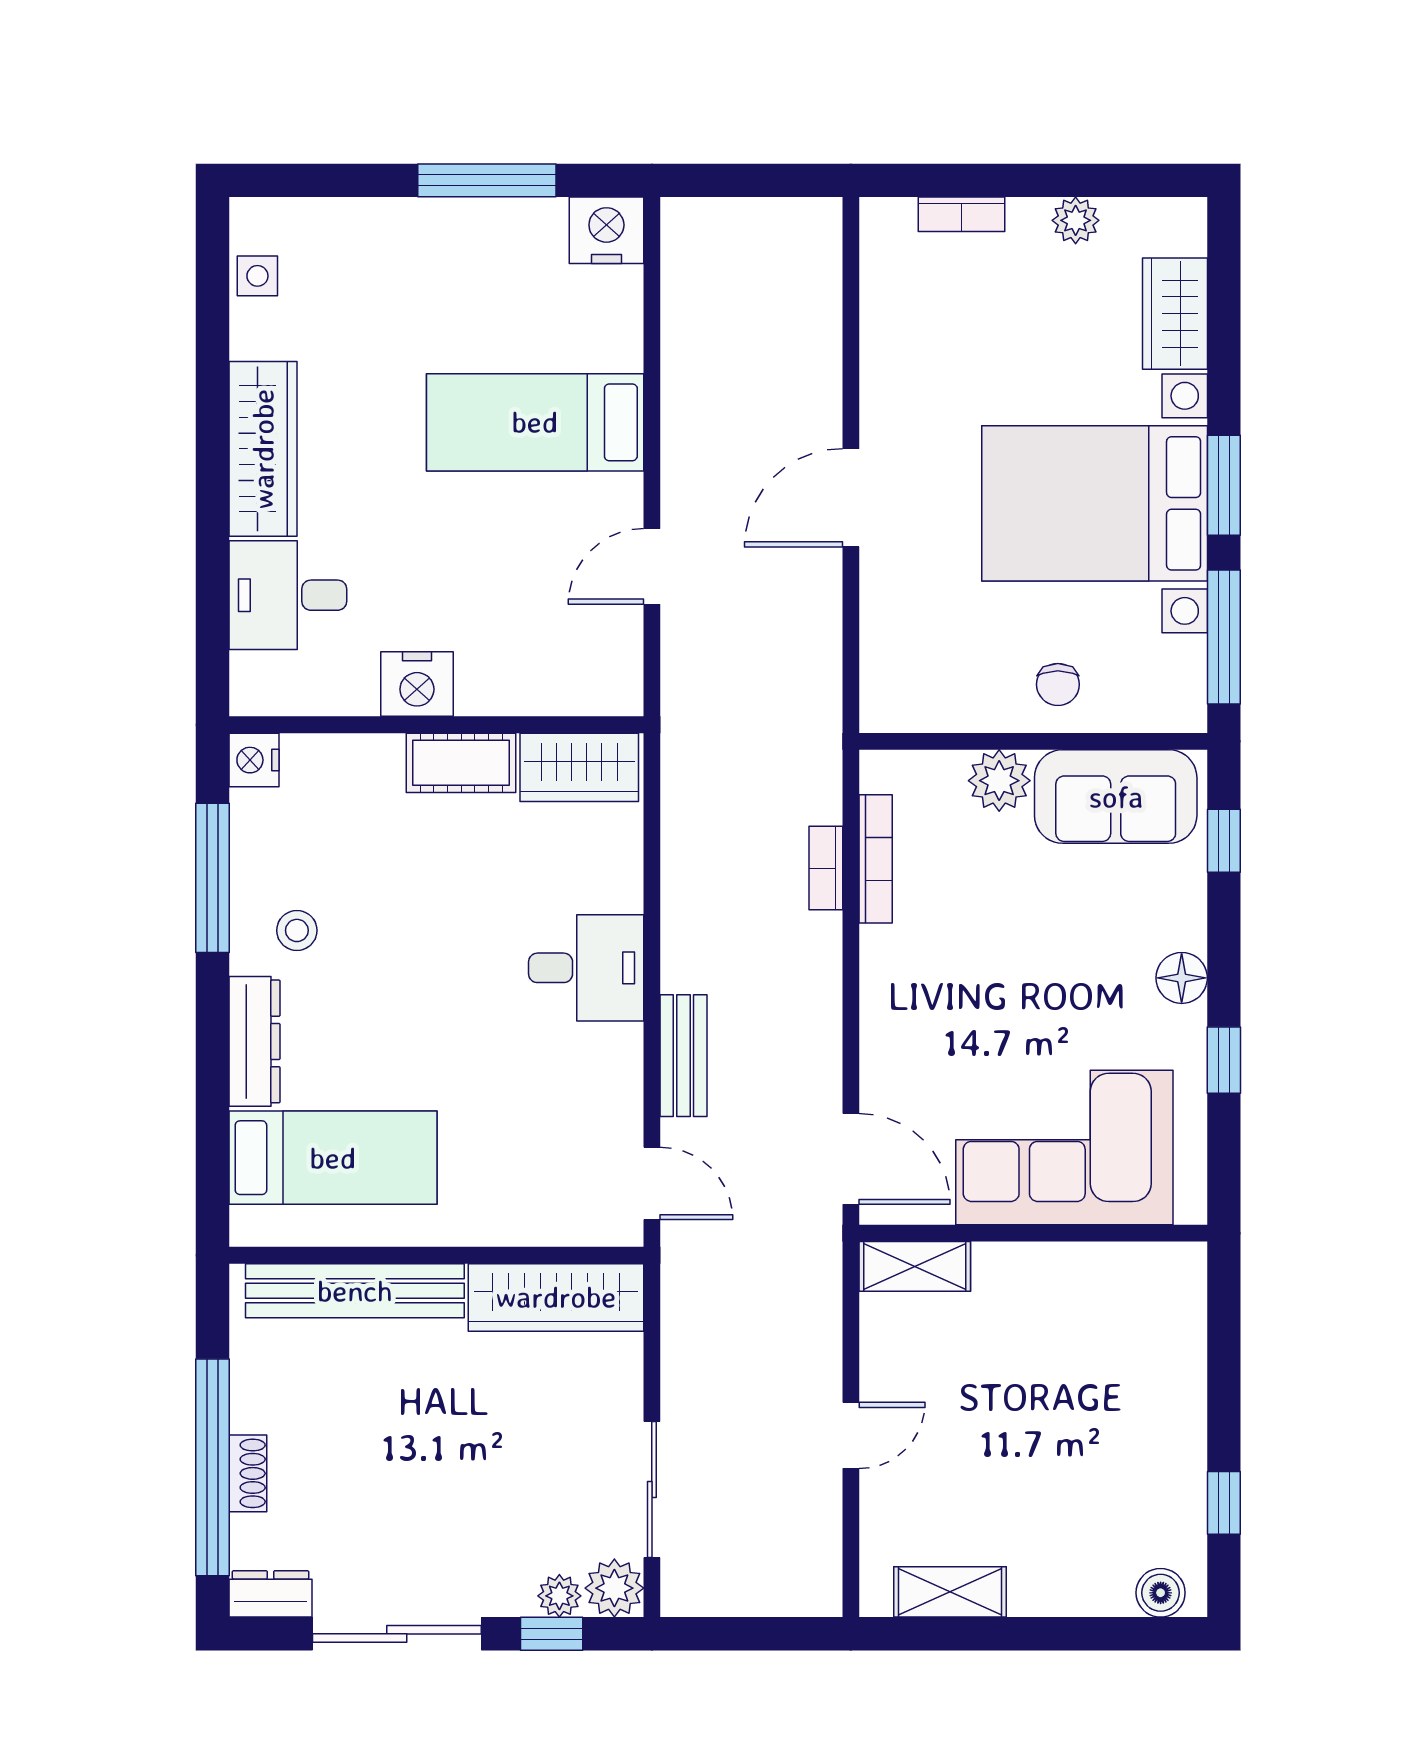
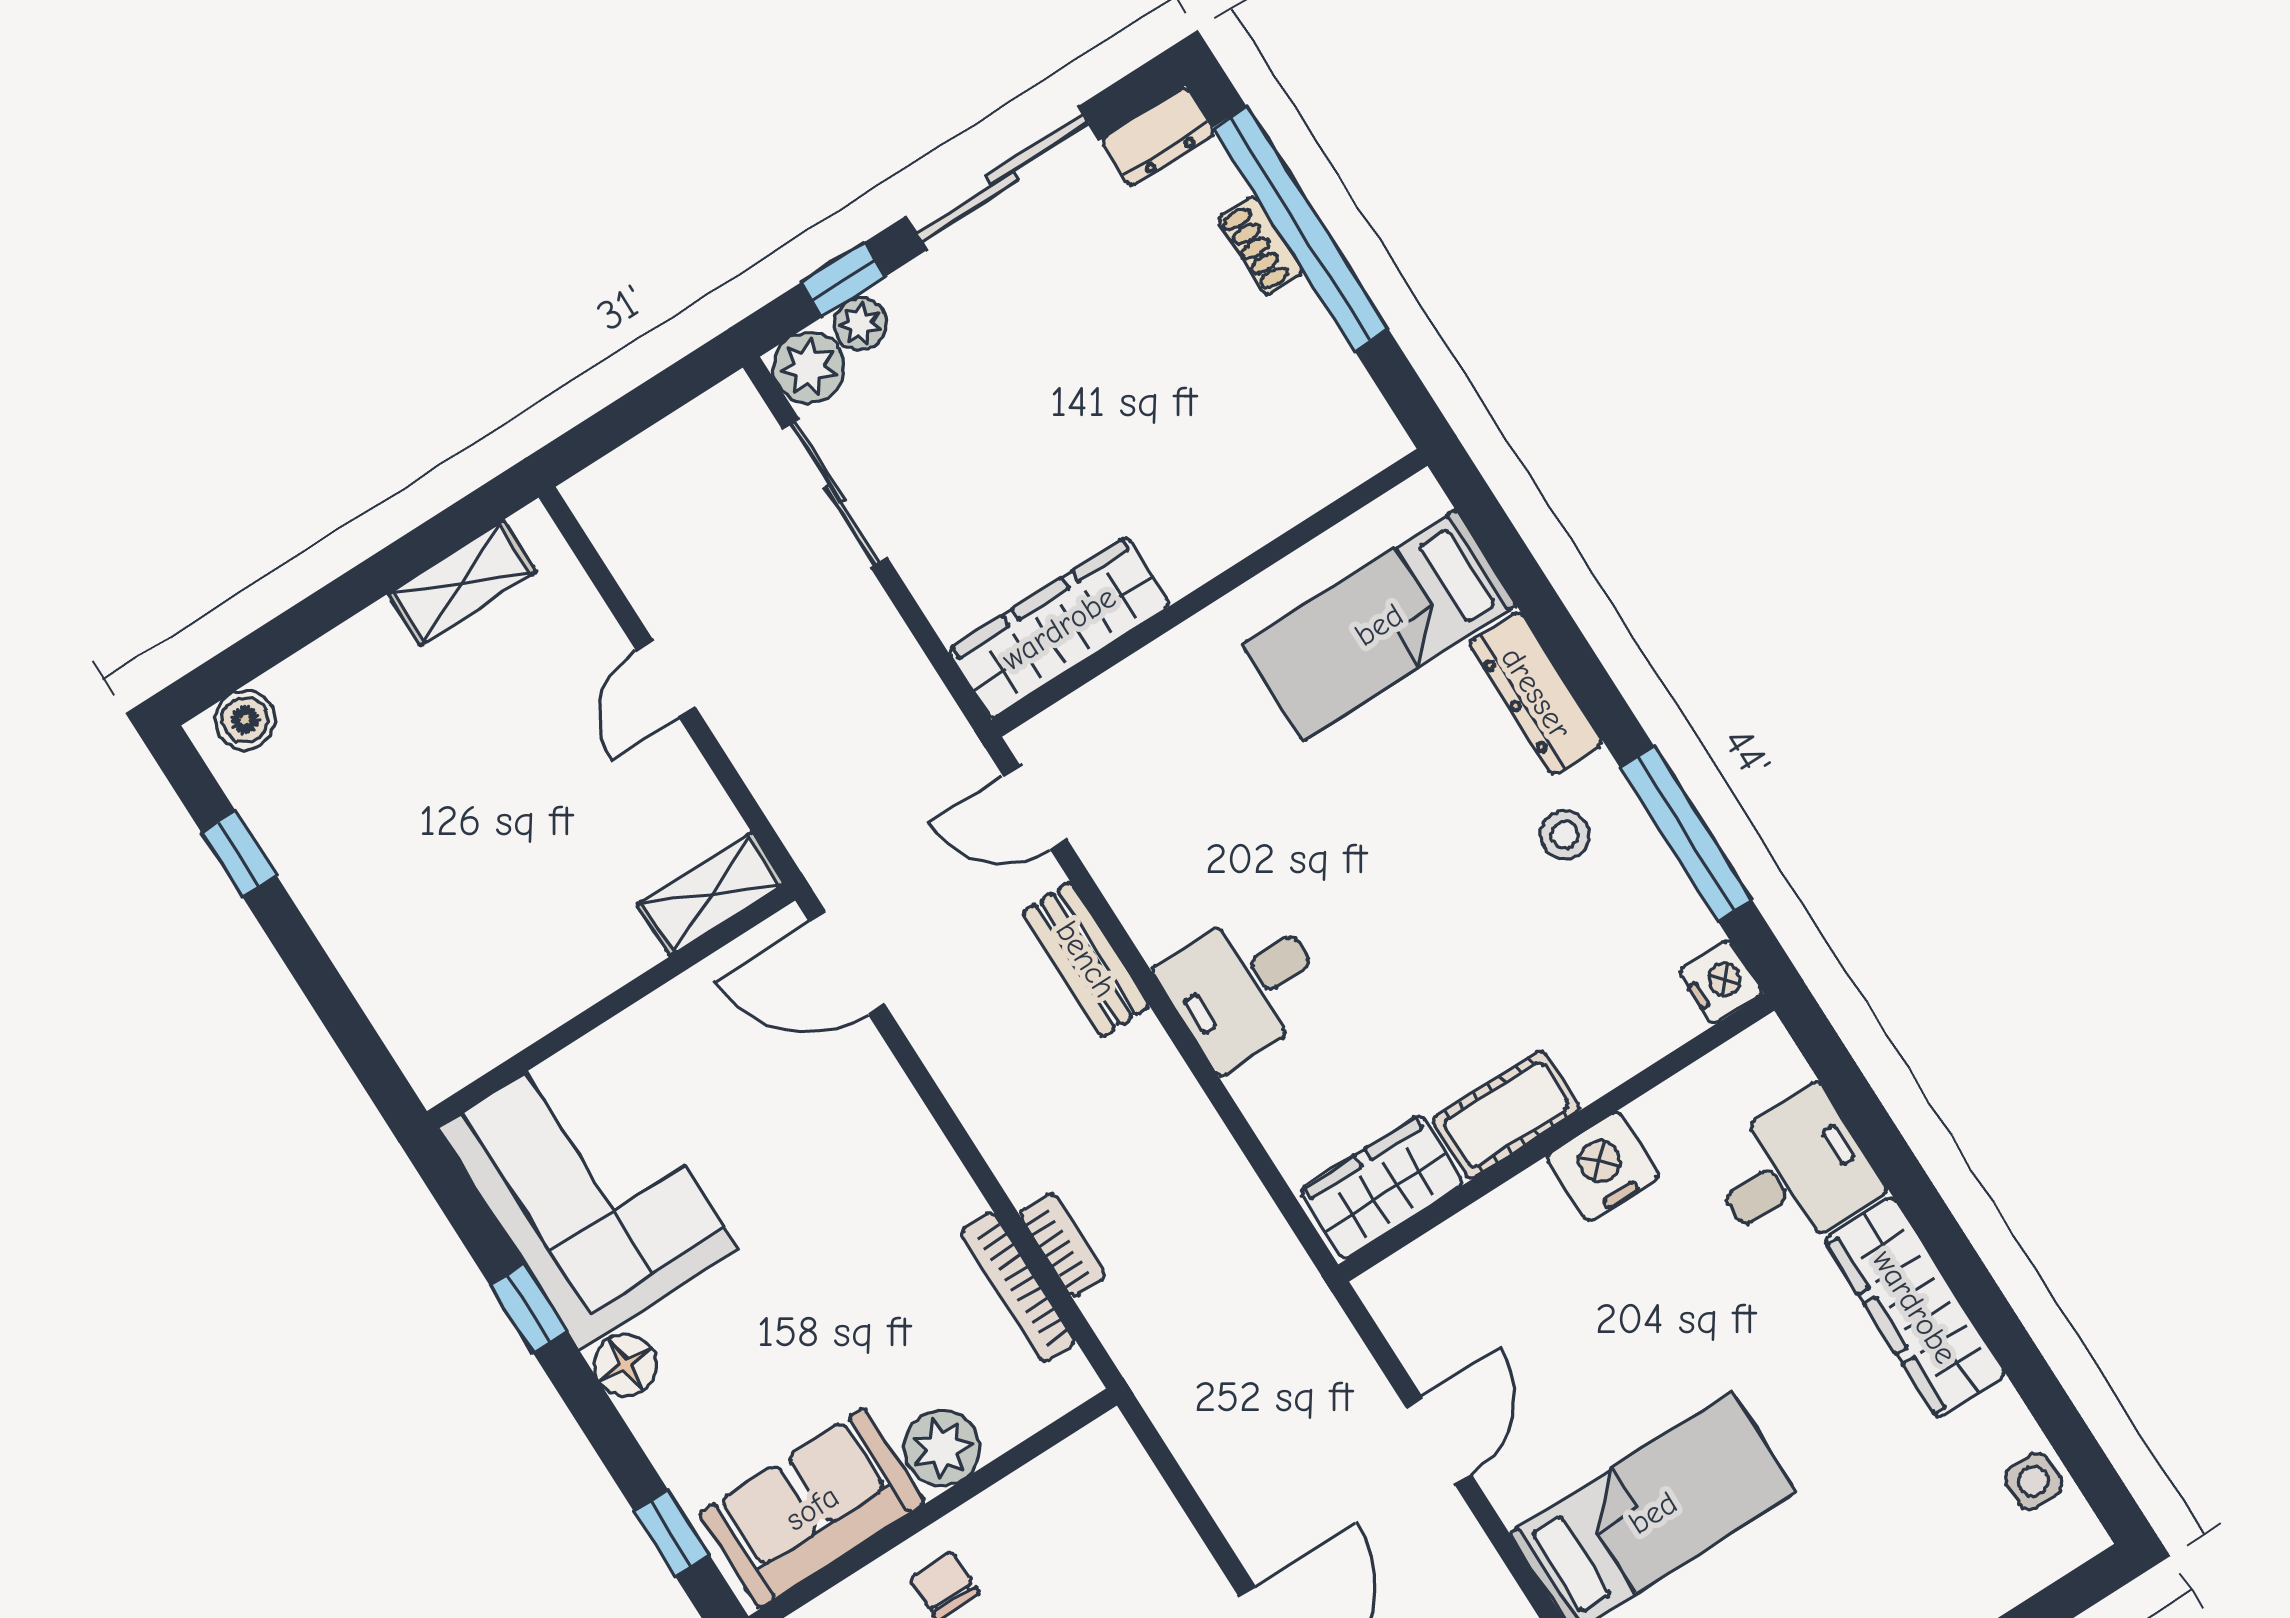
corner sofa: (1064, 1147) -> (588, 1189), moved, turned -90
bench: (355, 1291) -> (1270, 503), removed

